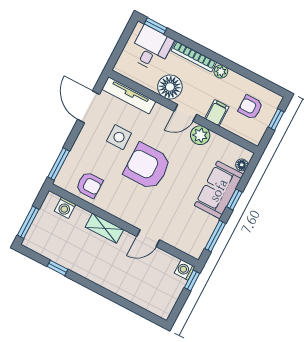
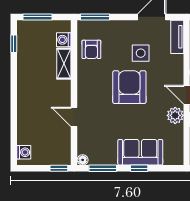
tv unit: (129, 95) -> (177, 37), width x0.71
floor lamp: (242, 165) -> (83, 160), moved
shelving: (105, 228) -> (64, 64), moved
window: (57, 268) -> (14, 44), moved
washing machine: (185, 270) -> (24, 152), moved, turned 90

